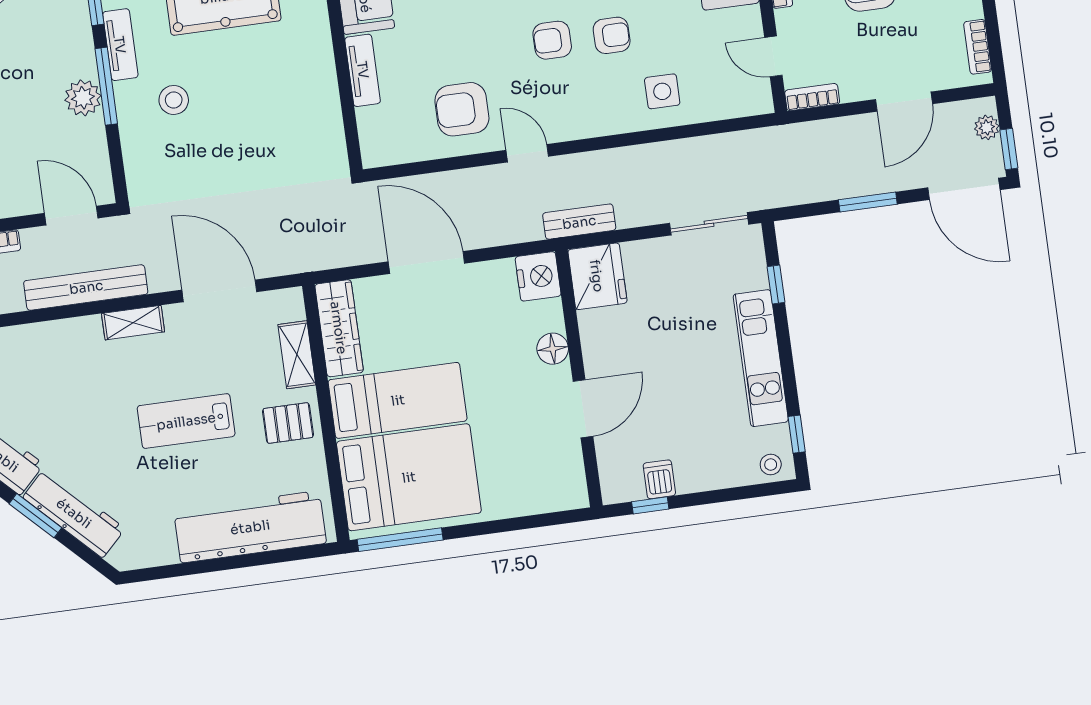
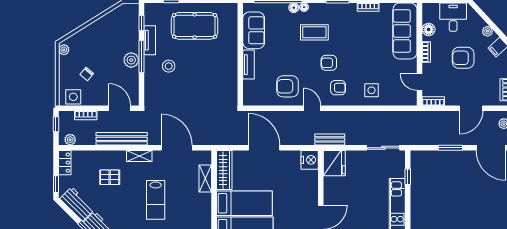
armchair: (612, 35) -> (338, 88), moved
floor lamp: (553, 349) -> (312, 191), removed
lab bench: (186, 421) -> (156, 200), turned -90
pallet: (288, 423) -> (110, 177), moved

